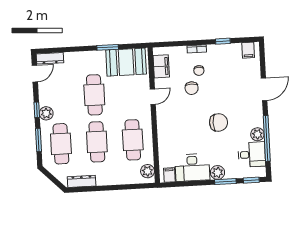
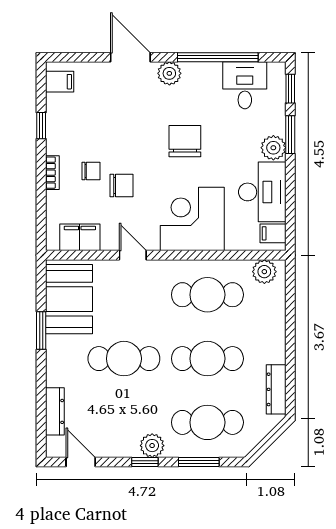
dresser: (50, 58) -> (55, 411), moved
corner desk: (175, 129) -> (192, 219), added
plant: (257, 134) -> (169, 73), moved

